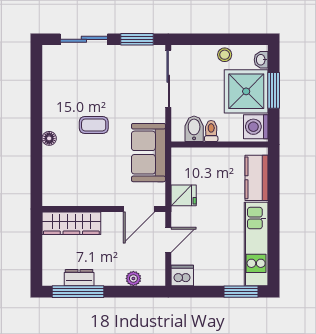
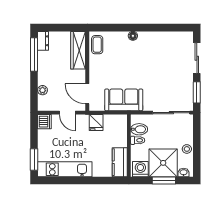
coffee table: (94, 125) -> (97, 45), moved
kitchen counter: (256, 178) -> (120, 162), moved, turned -90
dresser: (79, 278) -> (43, 41), moved

